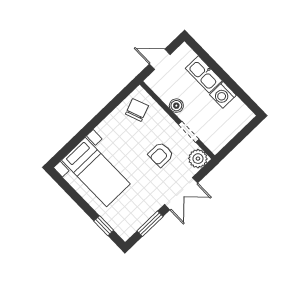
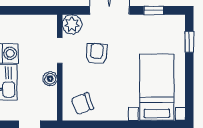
armchair: (161, 155) -> (97, 54), turned -86
window: (150, 224) -> (154, 10), width x0.67

